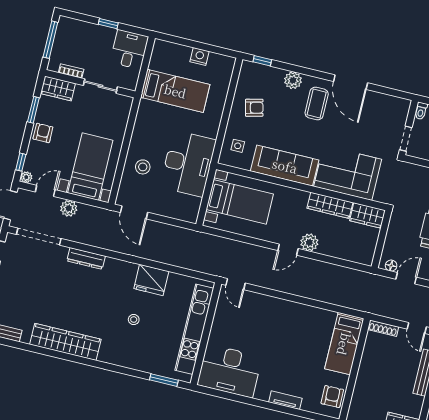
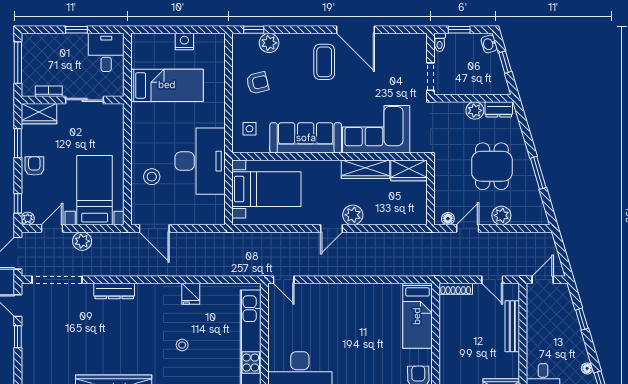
plant: (293, 80) -> (269, 43), moved
fridge: (151, 280) -> (191, 294), width x0.53, depth x0.75

